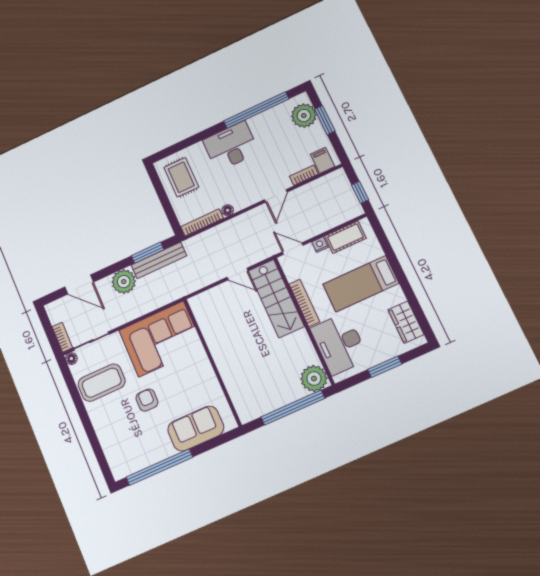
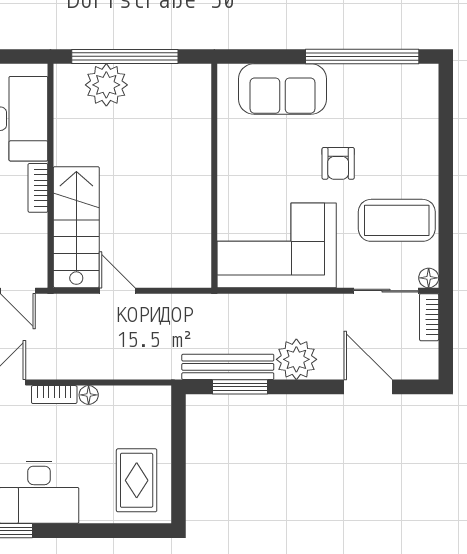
bookcase: (202, 222) -> (54, 395), moved, width x0.64
bookcase: (304, 303) -> (38, 188), width x0.64
plant: (314, 378) -> (106, 85), moved

